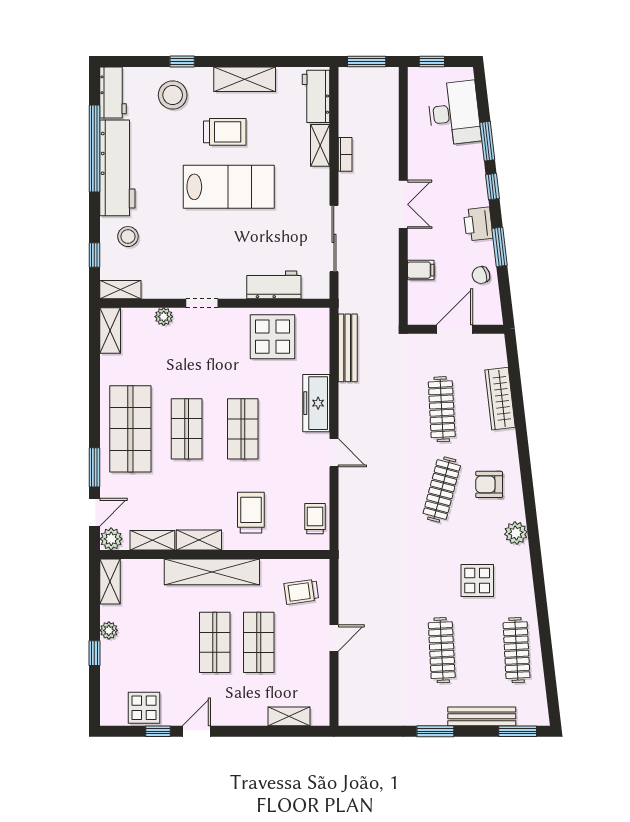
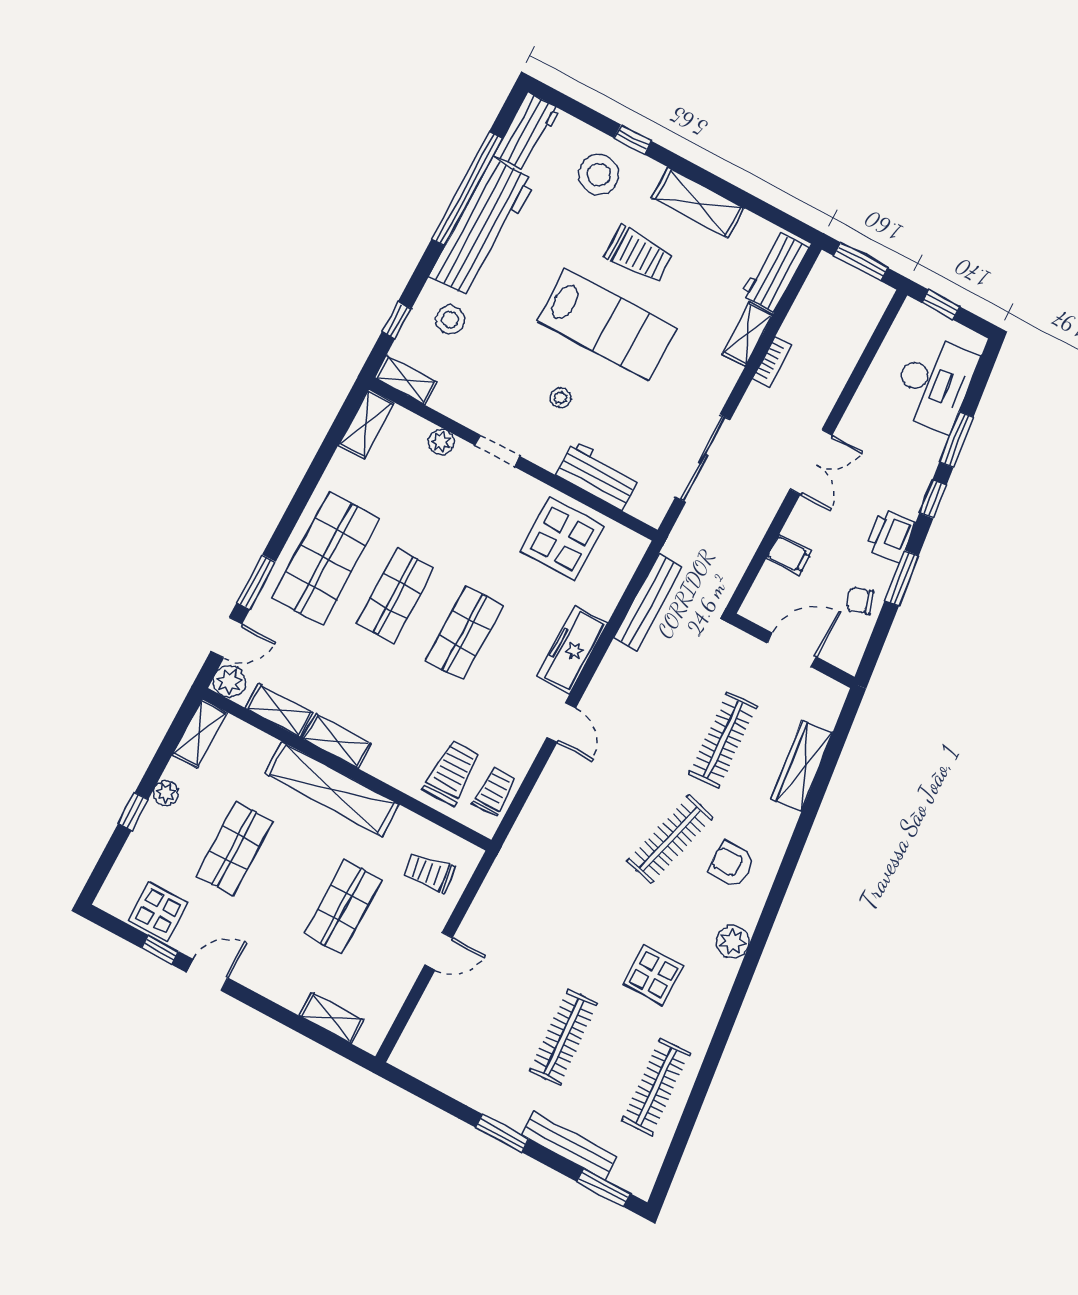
stool: (224, 249) -> (561, 398), added
trolley: (251, 513) -> (452, 773), moved
shop shelf: (215, 642) -> (234, 849), moved

